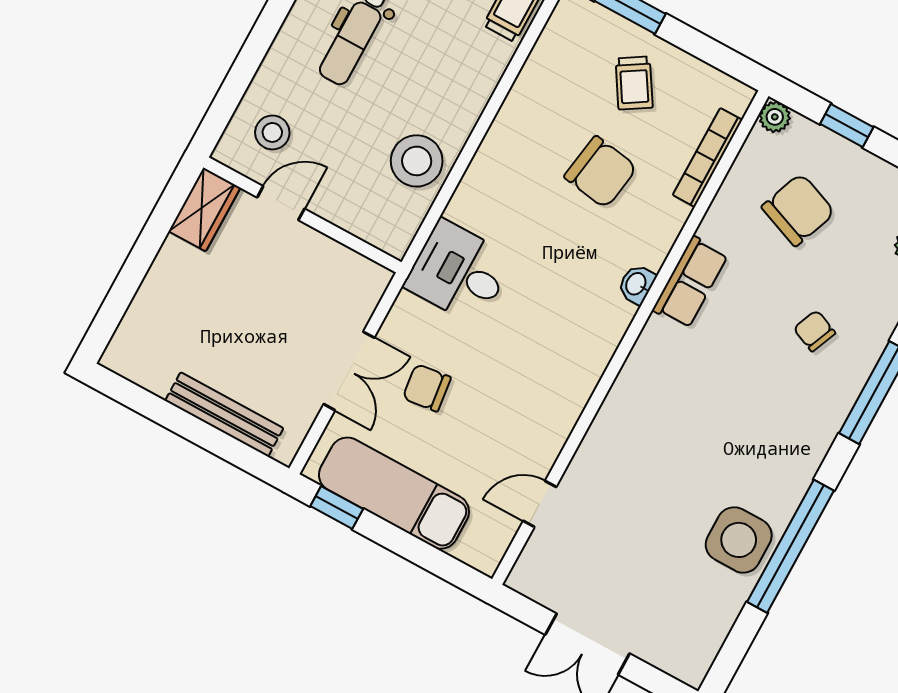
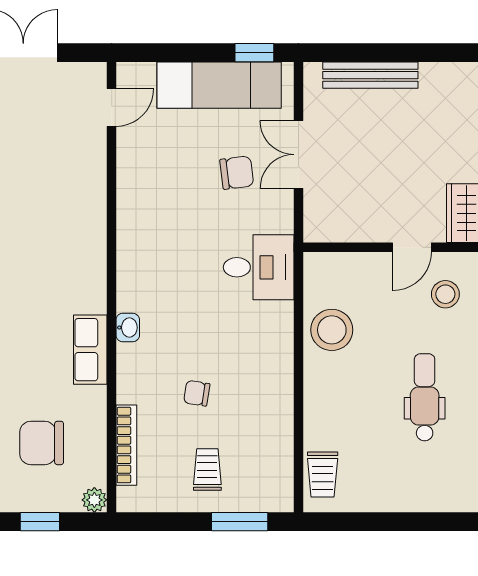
trolley: (634, 83) -> (207, 470), turned 32
chair: (601, 172) -> (197, 393), width x0.54, depth x0.54
chair: (798, 210) -> (42, 443), turned 69
door: (540, 504) -> (112, 107), moved

